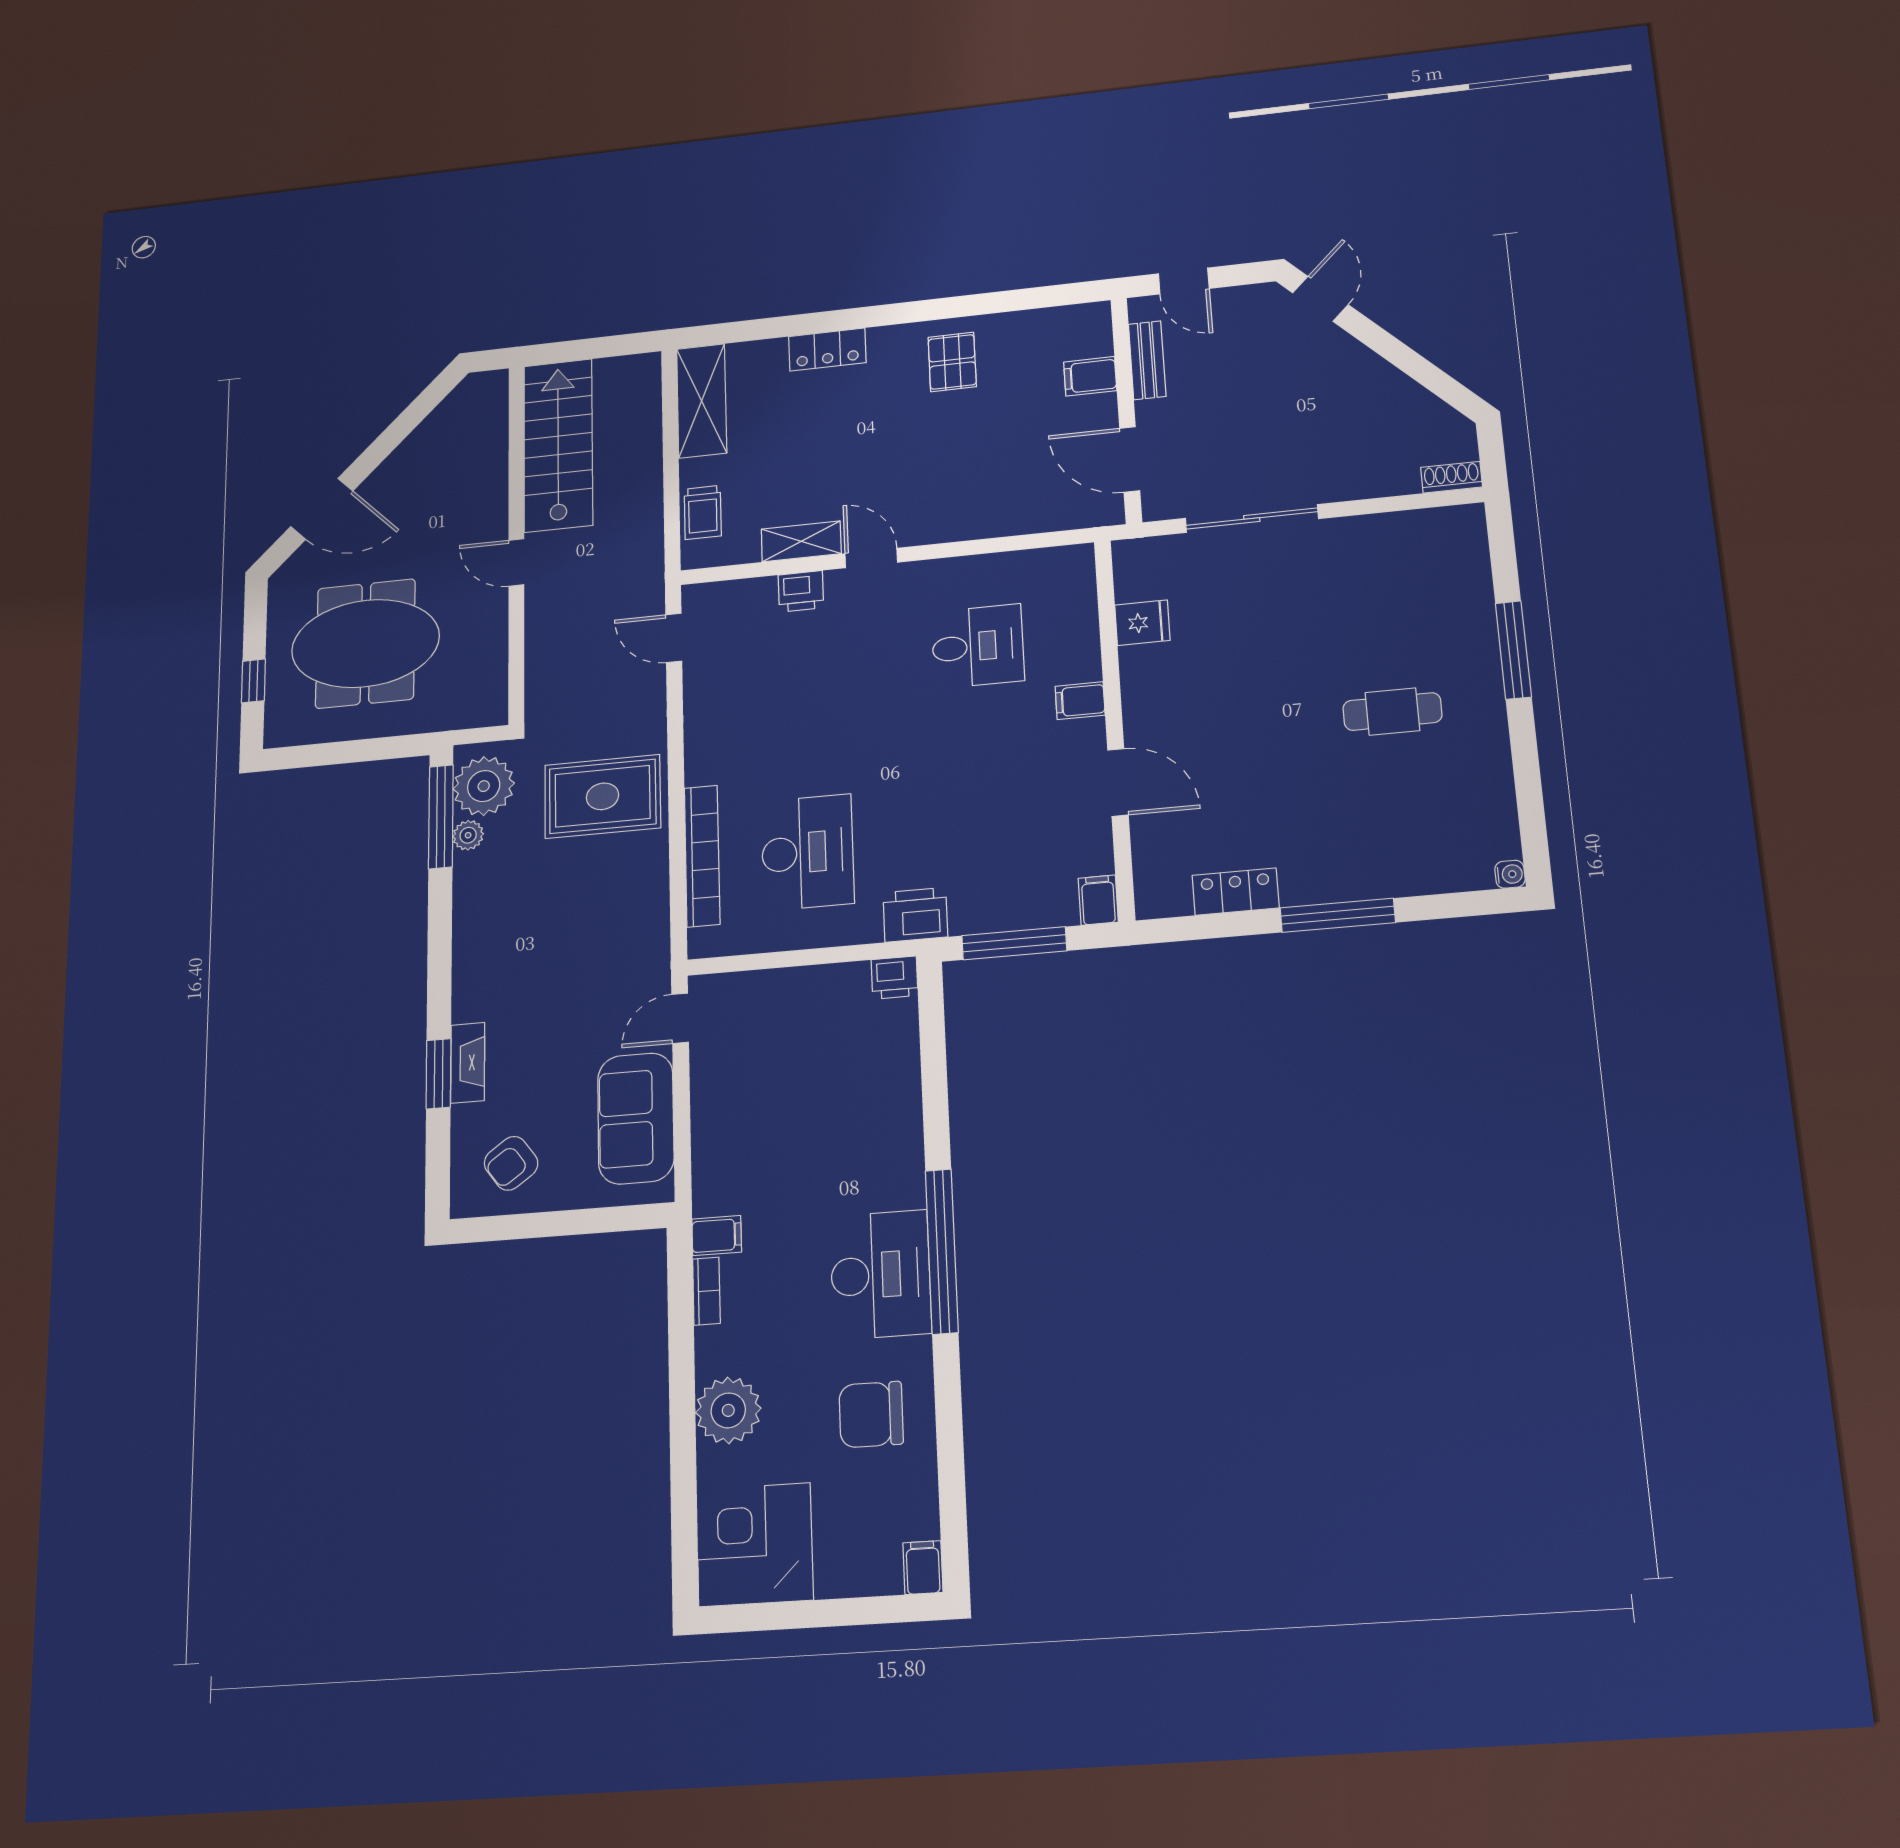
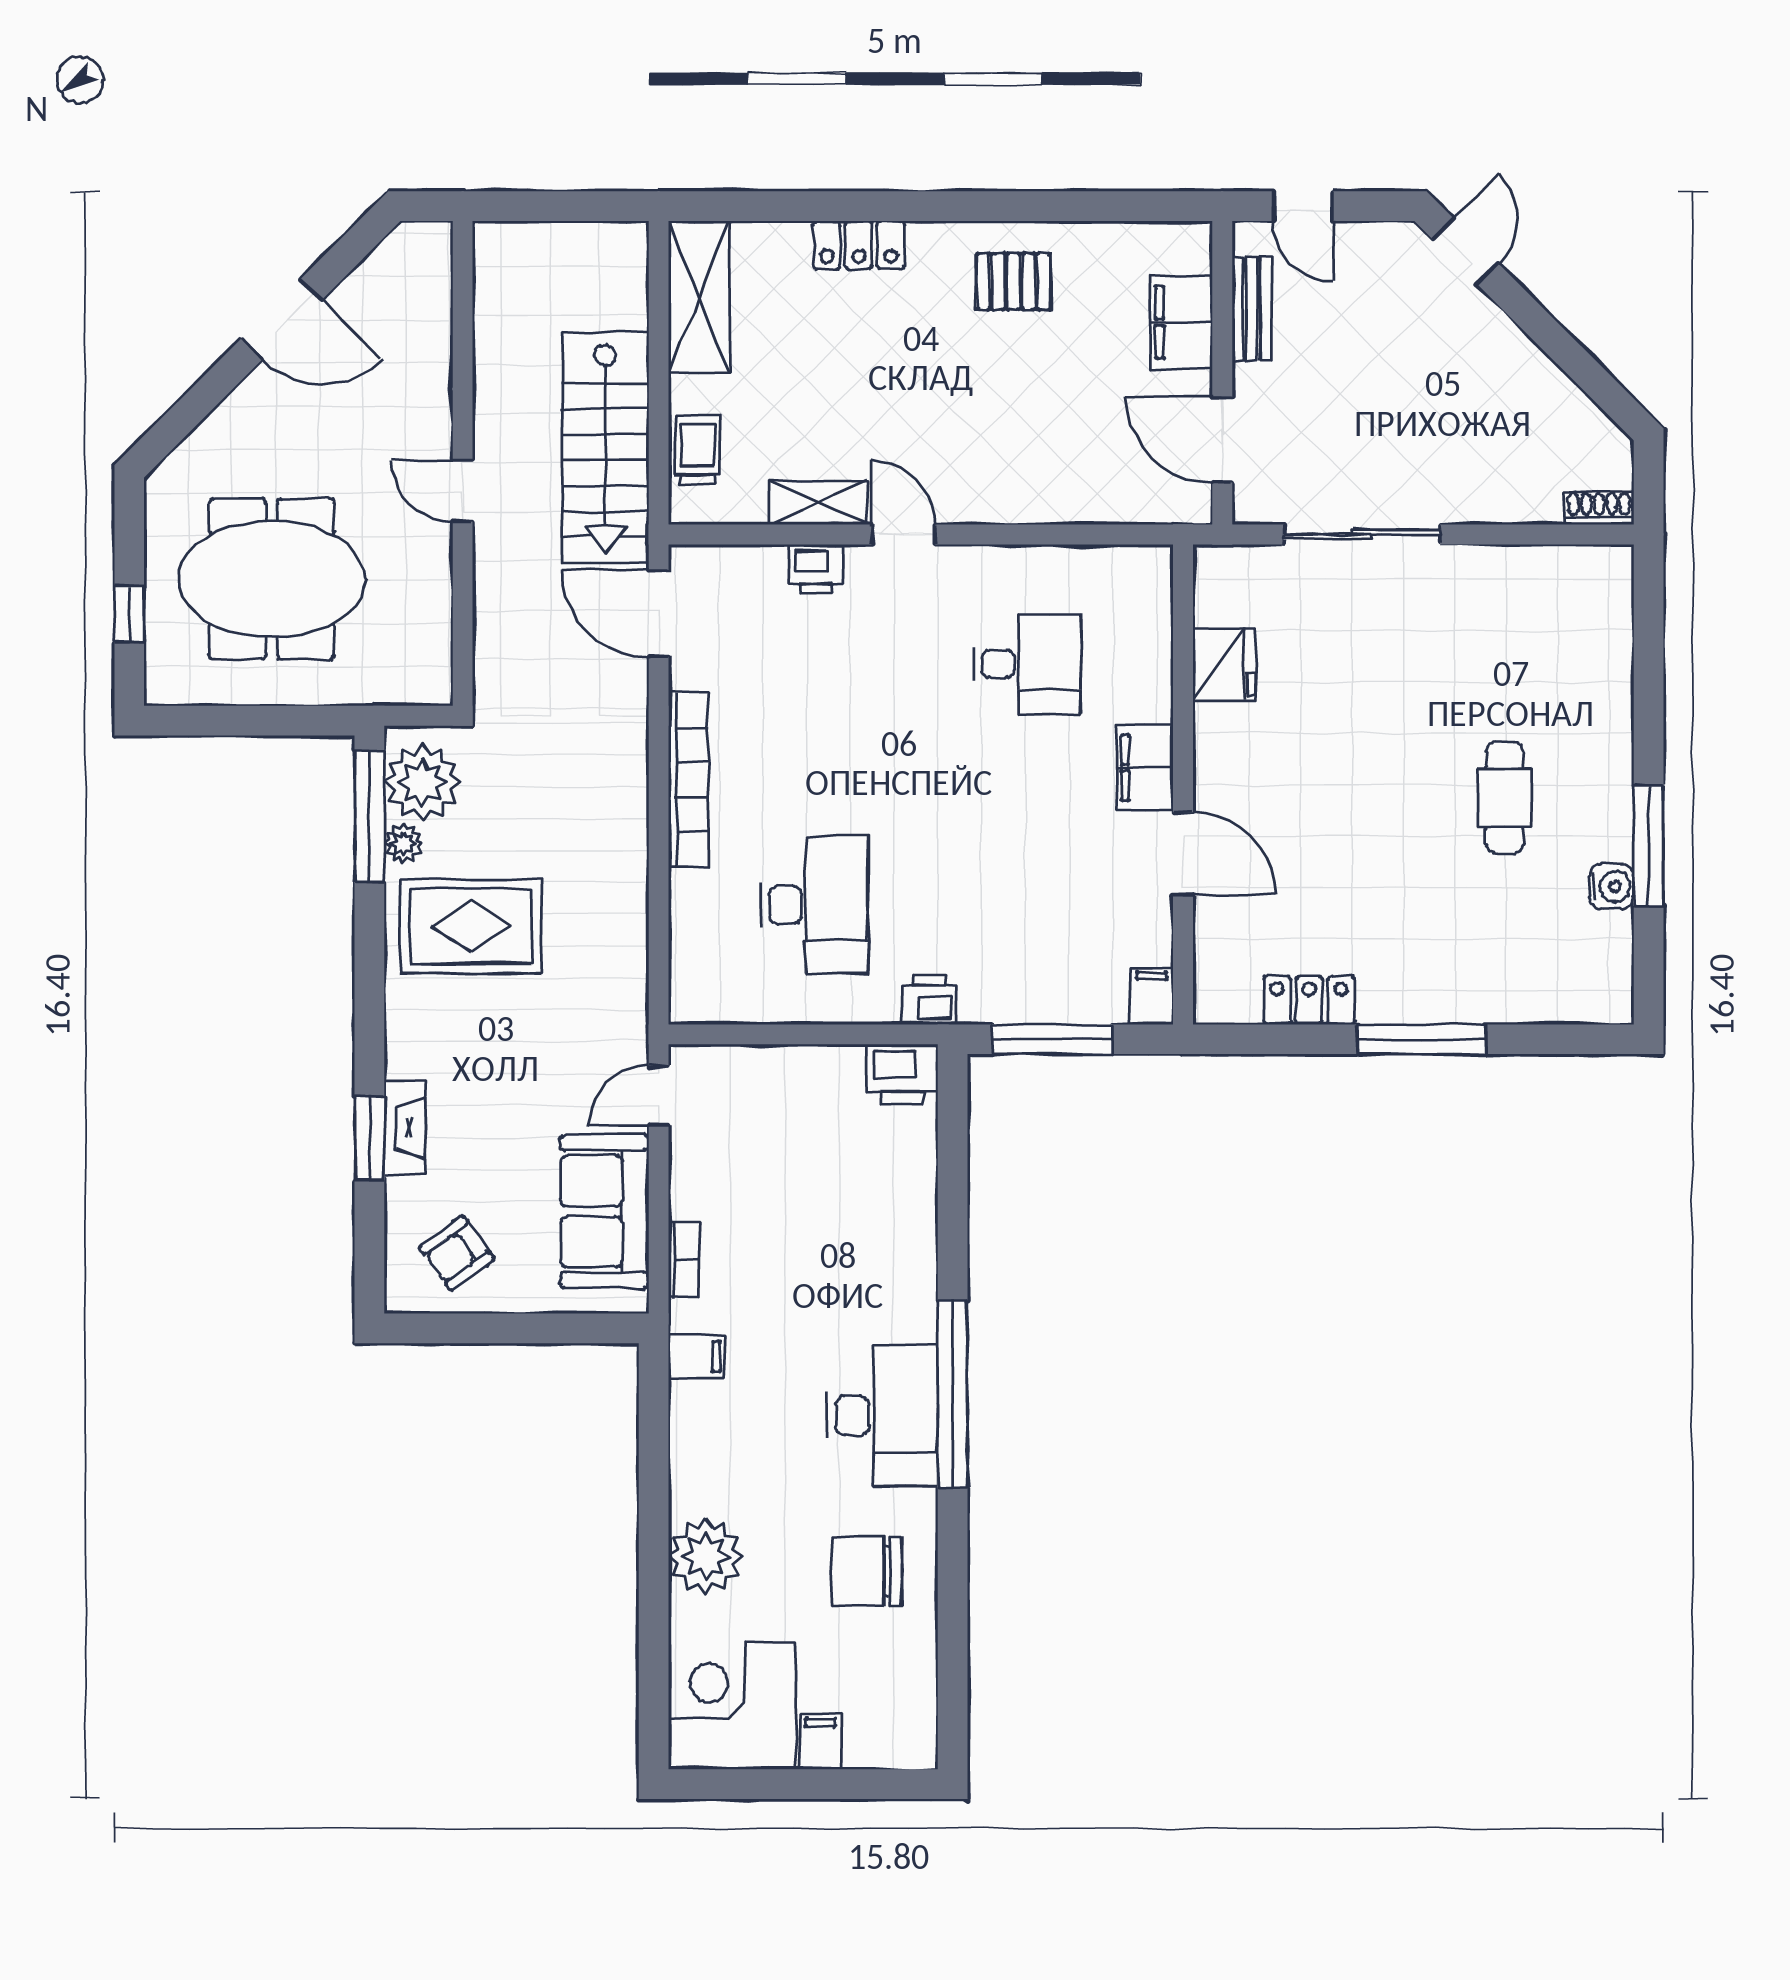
pallet: (952, 362) -> (1013, 281), turned 90
filing cabinet: (1090, 376) -> (1181, 322), width x2.00
stairs: (558, 445) -> (605, 447), moved, turned 180
door: (322, 509) -> (281, 319), moved
trolley: (703, 512) -> (697, 450), turned 180
fridge: (1142, 623) -> (1224, 665), width x1.38
door: (674, 638) -> (659, 613), width x1.38
window: (1513, 650) -> (1649, 845), moved
filing cabinet: (1080, 701) -> (1145, 768), width x2.00
cafe table: (1392, 712) -> (1505, 798), turned 90
rug: (603, 796) -> (471, 926), moved
bookcase: (702, 856) -> (688, 780), moved
water cooler: (1510, 874) -> (1612, 886), moved, width x1.38, depth x1.38
printer: (915, 915) -> (929, 1000), width x0.73, depth x0.81
printer: (894, 978) -> (902, 1074), width x1.36, depth x1.24
bookcase: (706, 1291) -> (684, 1260), moved
filing cabinet: (923, 1568) -> (821, 1742), moved

